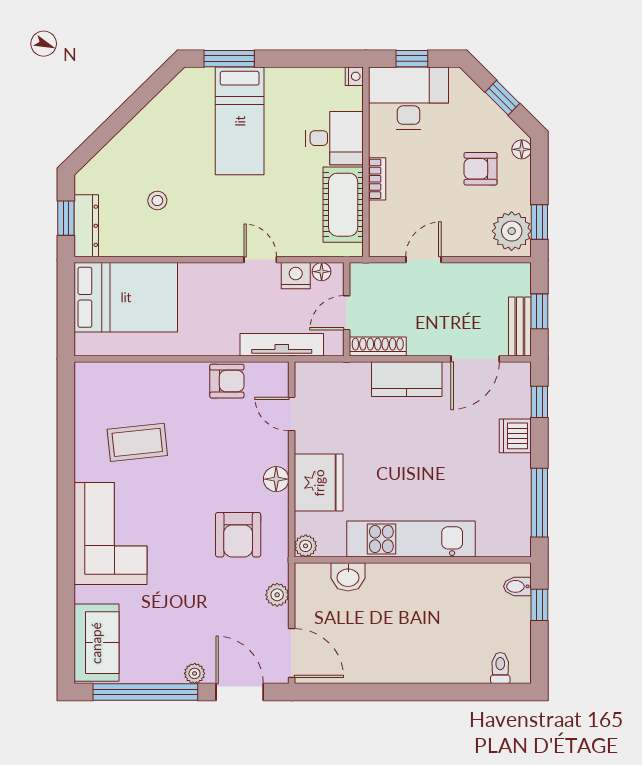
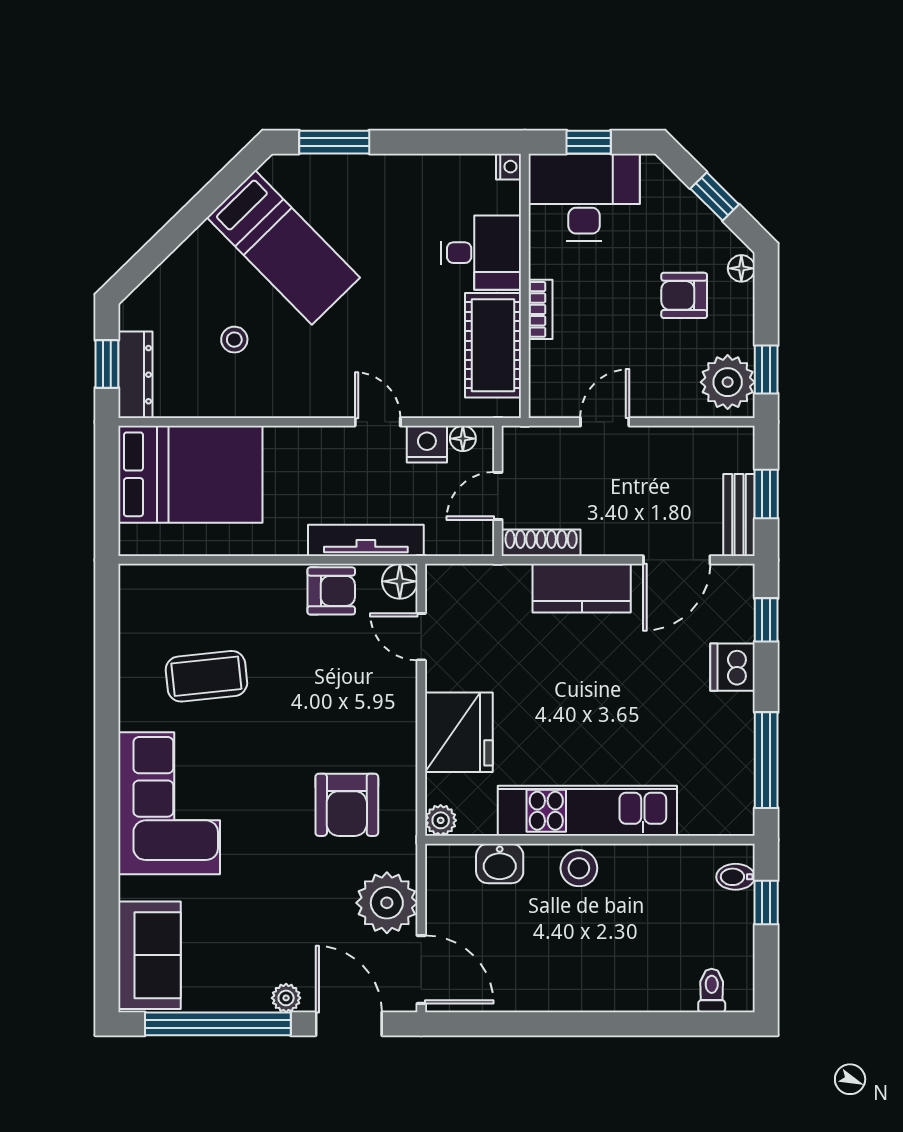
bed: (240, 121) -> (283, 247), moved, turned -44
tv unit: (282, 345) -> (366, 540), moved
floor lamp: (276, 479) -> (400, 581), moved
stool: (405, 580) -> (579, 868), added
plant: (277, 595) -> (387, 903), width x1.87, depth x1.87

